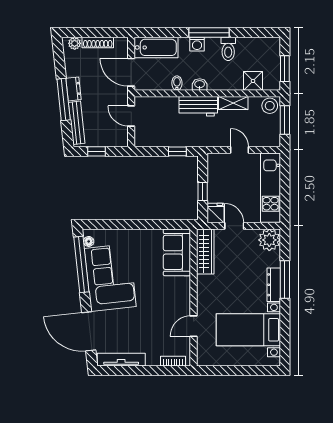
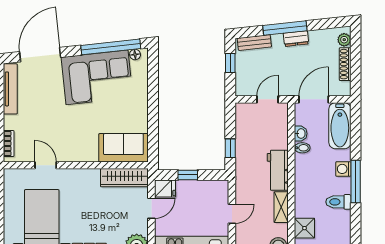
washbasin: (200, 84) -> (301, 134), moved
bench: (77, 123) -> (254, 43), width x0.73

